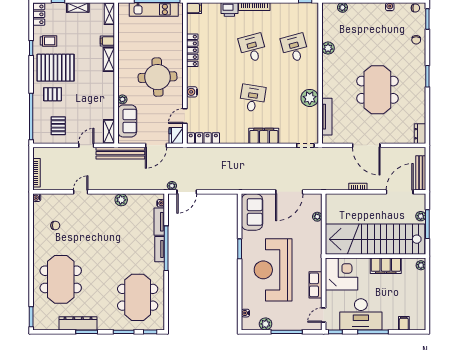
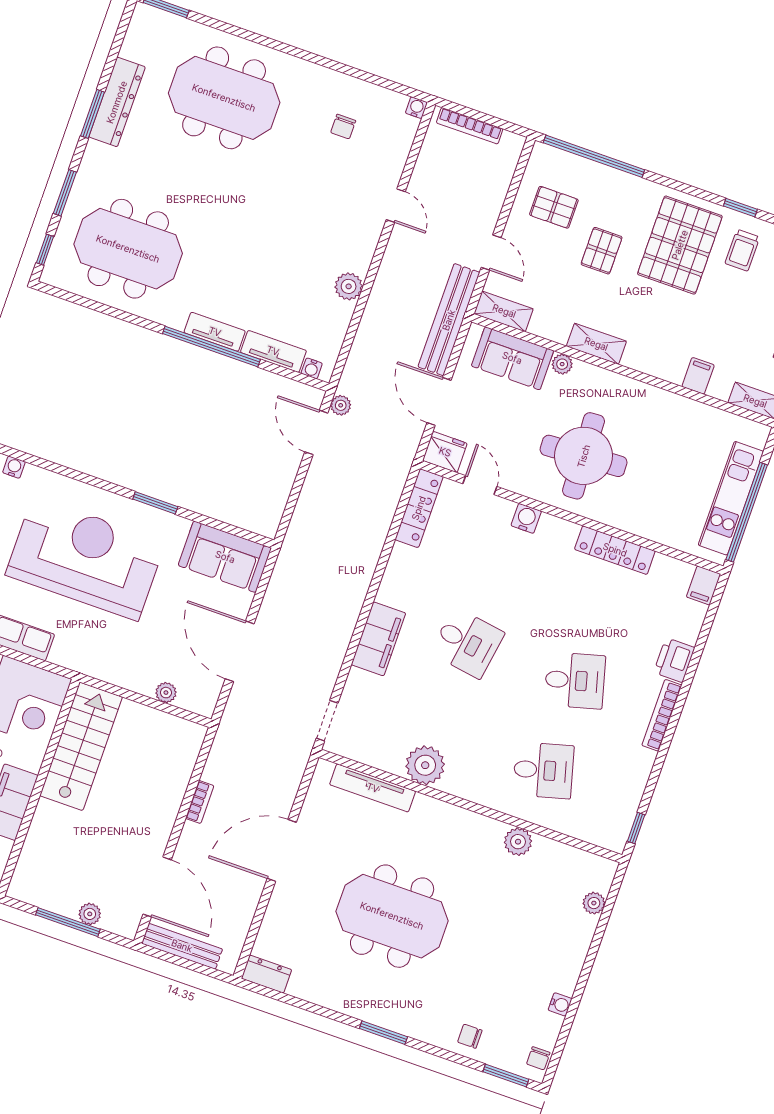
shelving: (109, 59) -> (596, 344), moved
pallet: (53, 94) -> (602, 251), moved
stairs: (375, 239) -> (81, 746), width x0.54, depth x0.66

